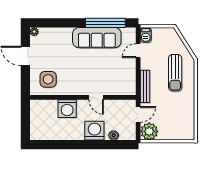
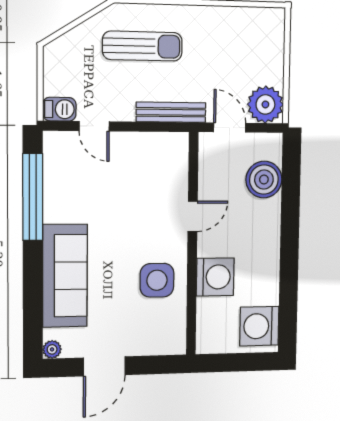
sofa: (97, 38) -> (65, 276), moved
side table: (48, 79) -> (157, 280), moved
washing machine: (94, 131) -> (259, 326), moved
boiler: (114, 135) -> (264, 180), width x1.86, depth x1.86

